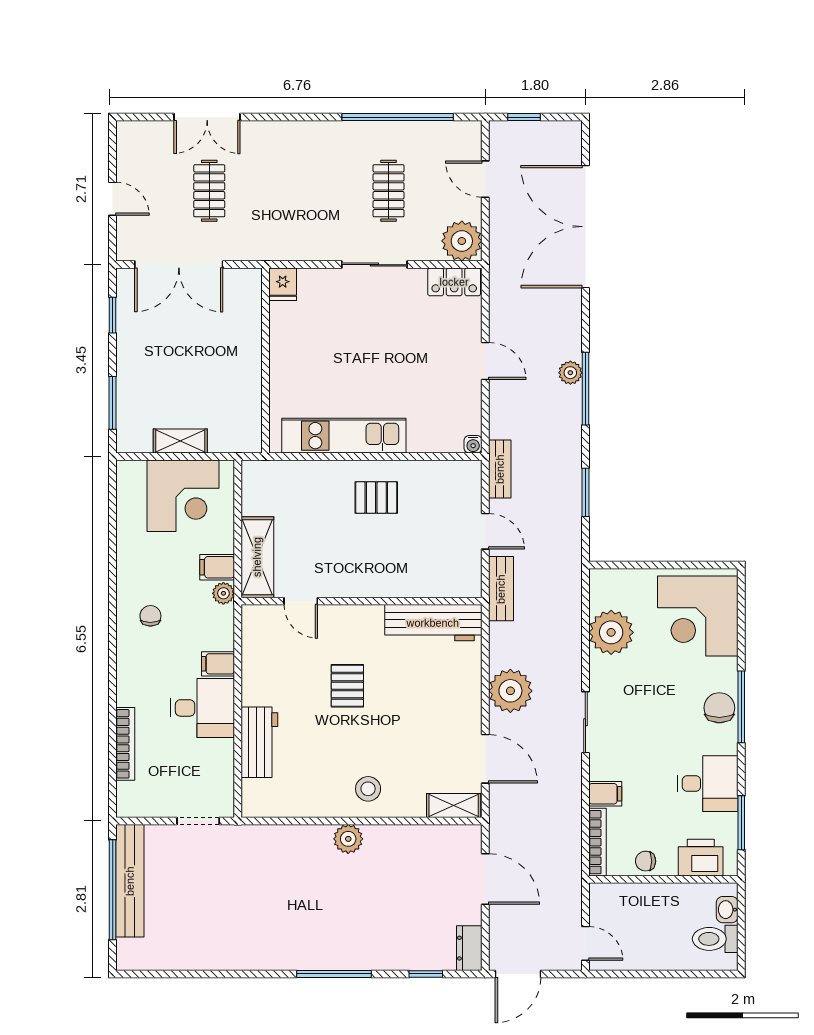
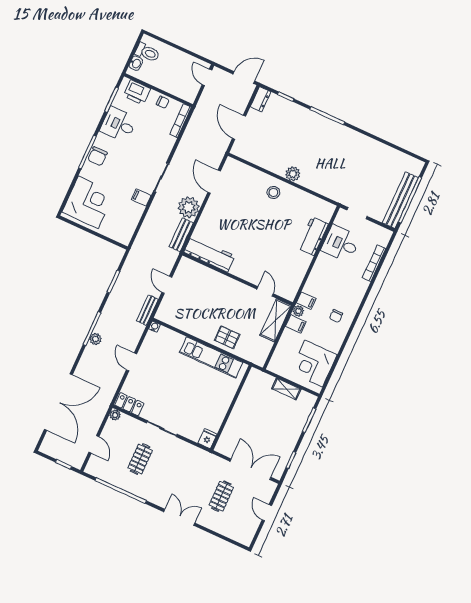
double door: (207, 117) -> (179, 517), moved
plant: (462, 241) -> (115, 415), width x0.53, depth x0.53
corner desk: (183, 496) -> (314, 363), moved, turned -90
pallet: (376, 497) -> (227, 337), moved
bench: (501, 589) -> (181, 235), moved
plant: (611, 632) -> (131, 213), removed
filing cabinet: (218, 664) -> (306, 301), moved
pallet: (347, 686) -> (261, 243), removed
desk: (202, 708) -> (341, 244), moved
filing cabinet: (605, 794) -> (141, 197), moved
shelving: (454, 805) -> (238, 167), removed

